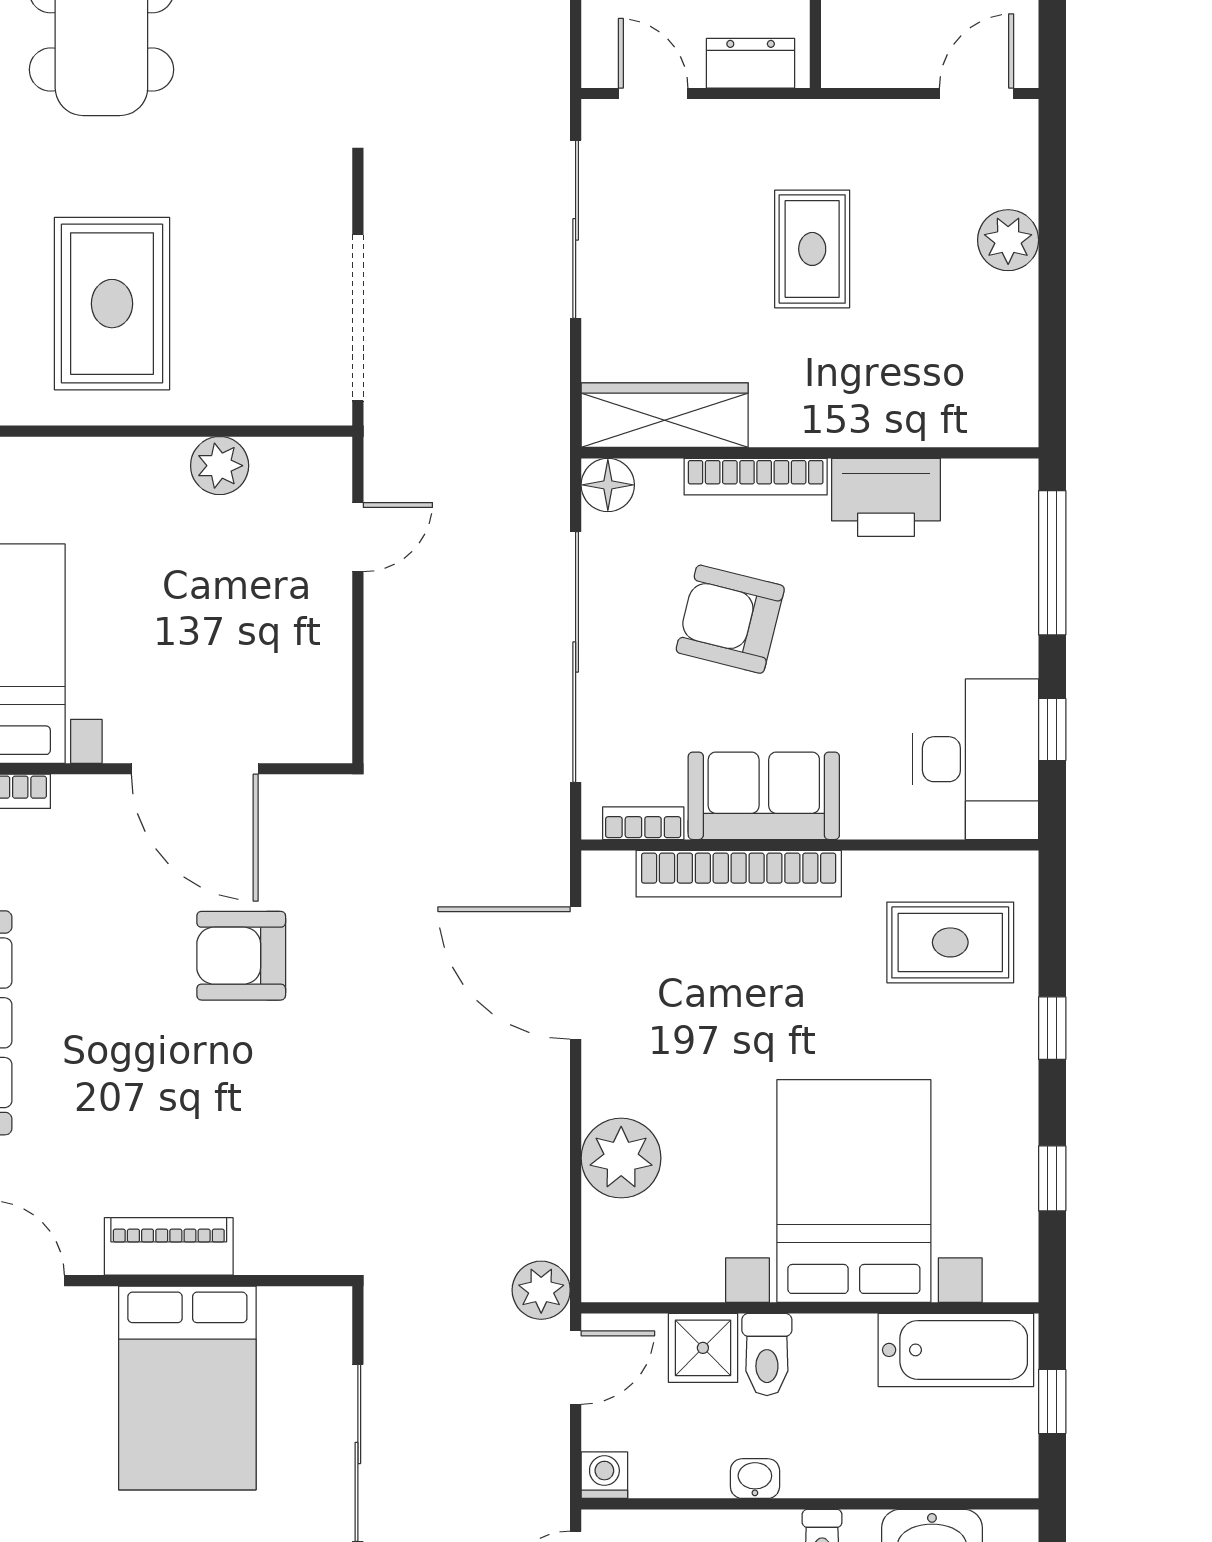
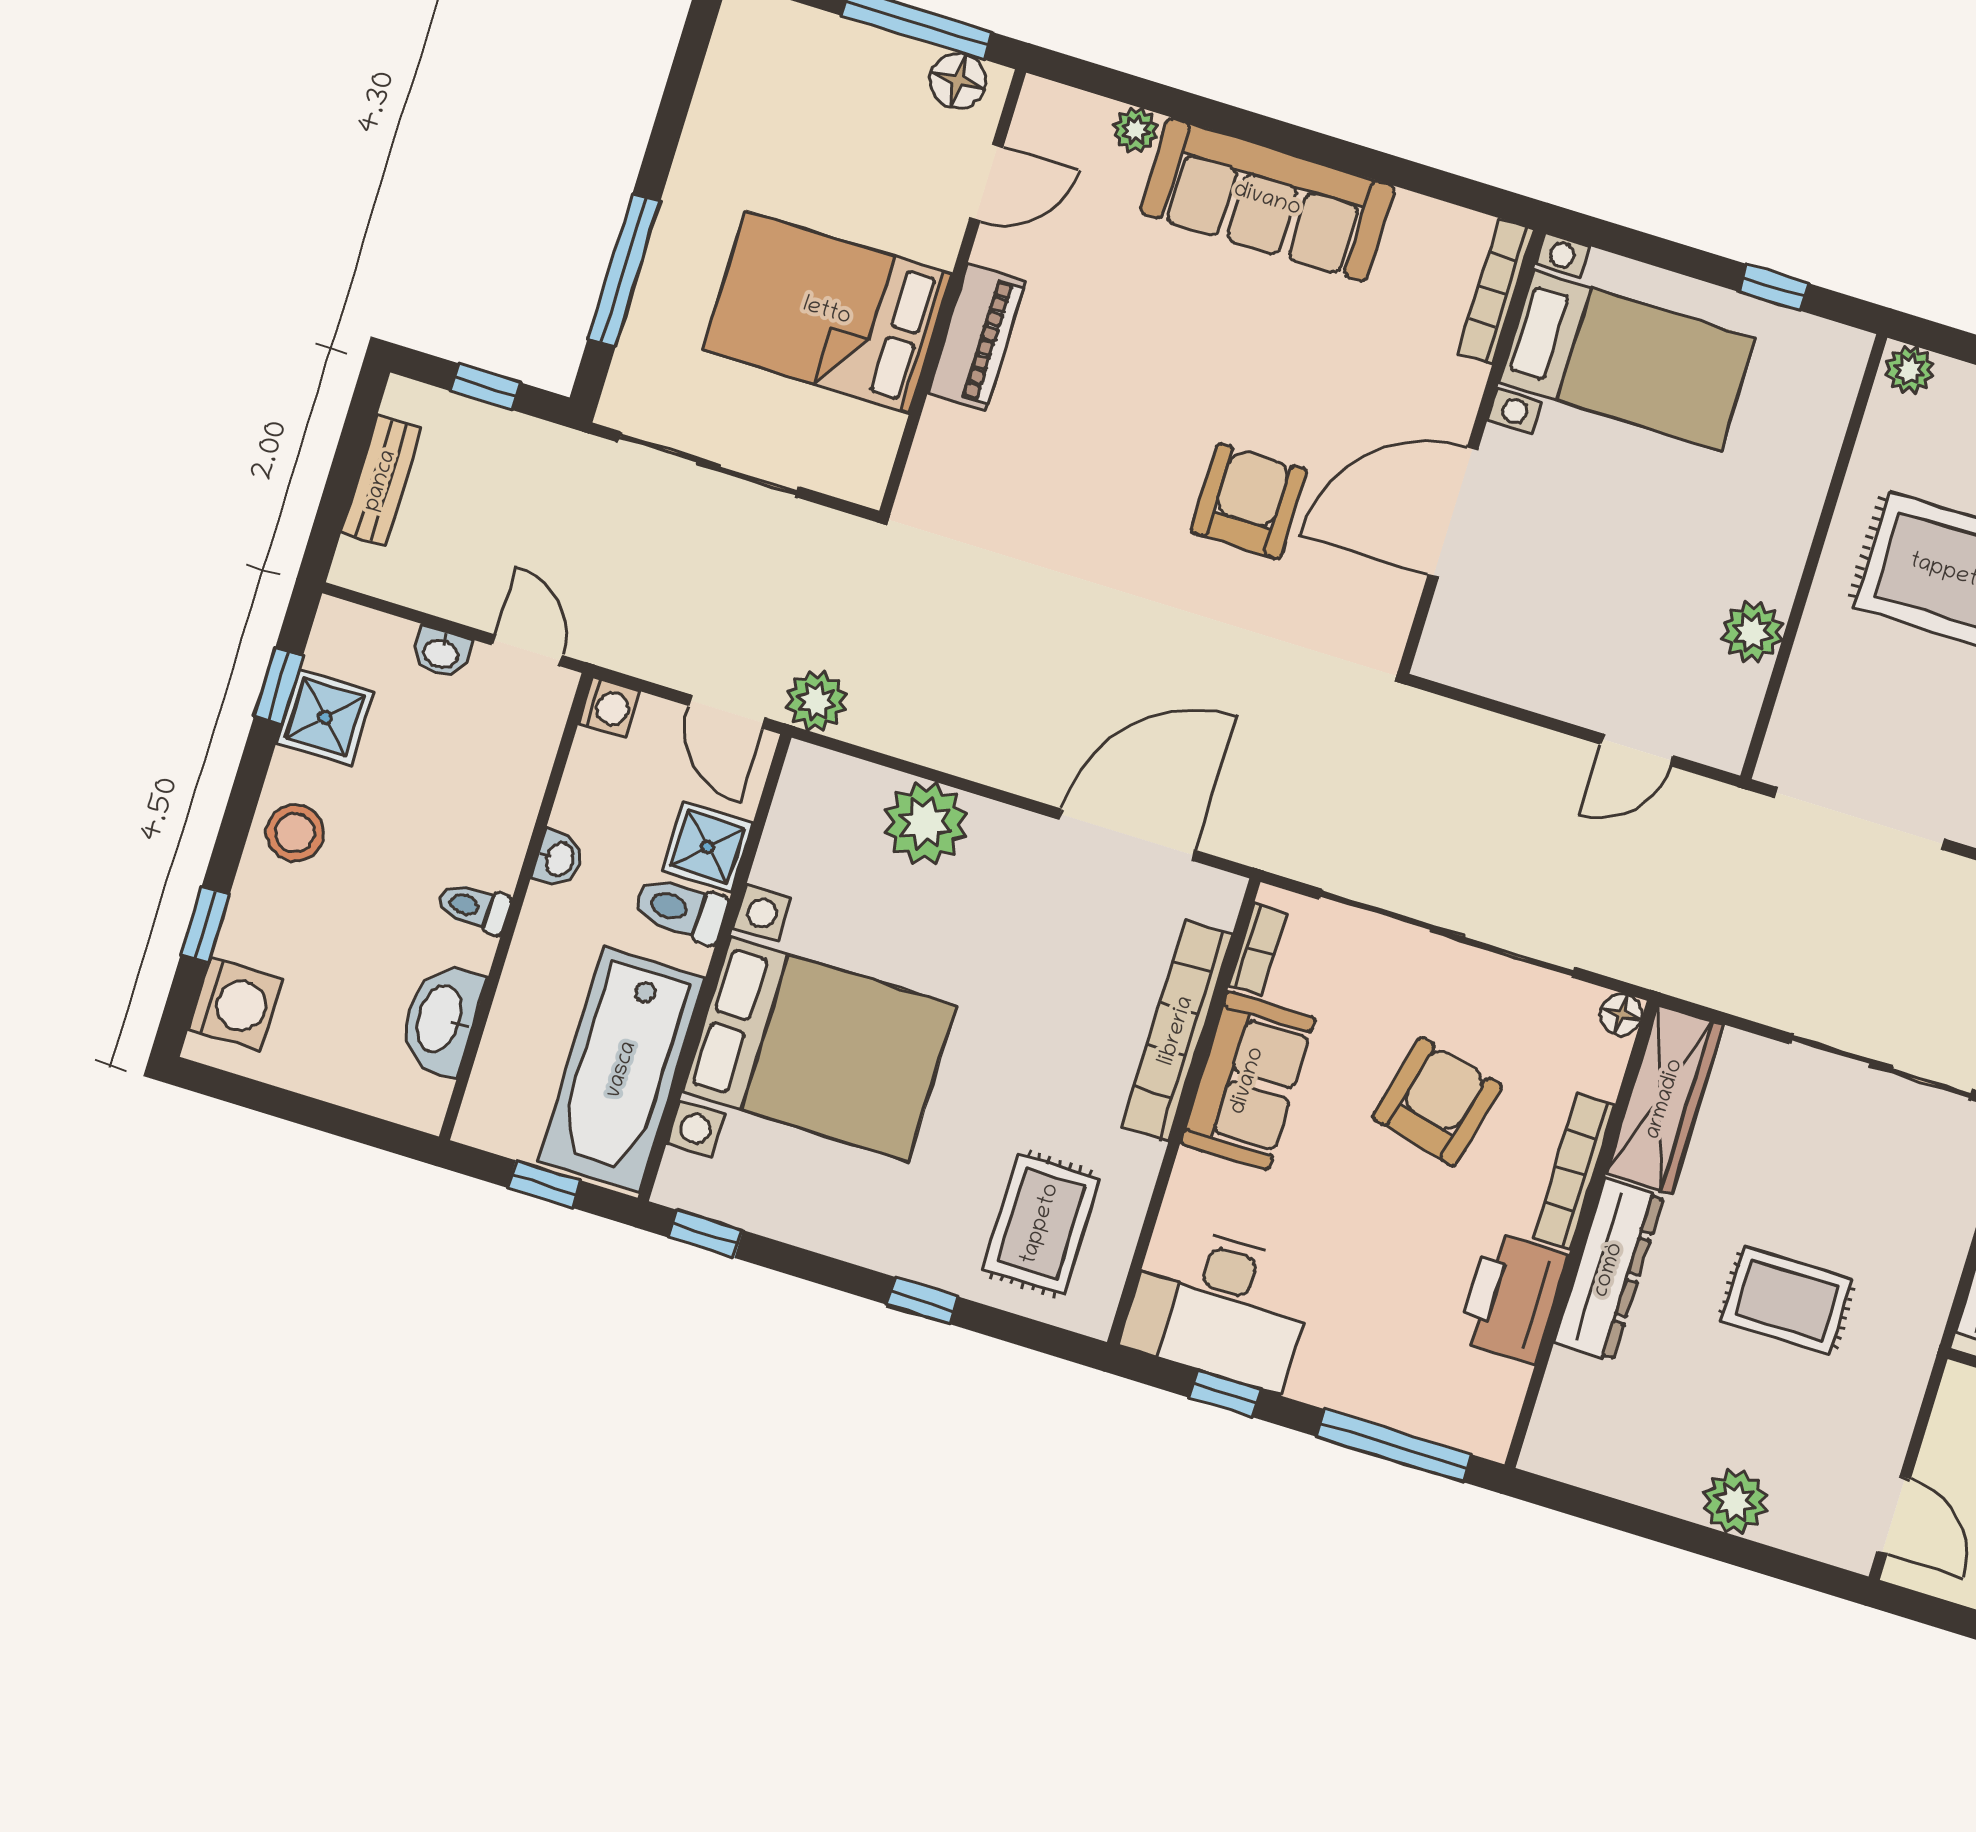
dresser: (834, 418) -> (1609, 1270), added
floor lamp: (608, 485) -> (1621, 1014), width x0.73, depth x0.73
door: (358, 537) -> (1637, 750), hinge flipped
window: (1052, 1178) -> (706, 1234), moved
bathtub: (956, 1350) -> (622, 1070), width x1.36, depth x1.36

